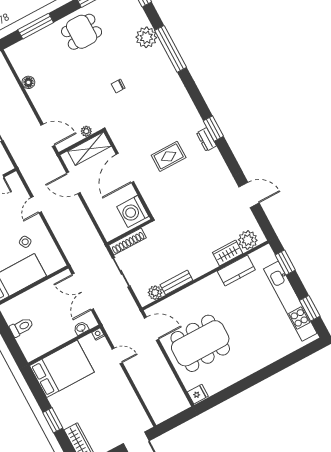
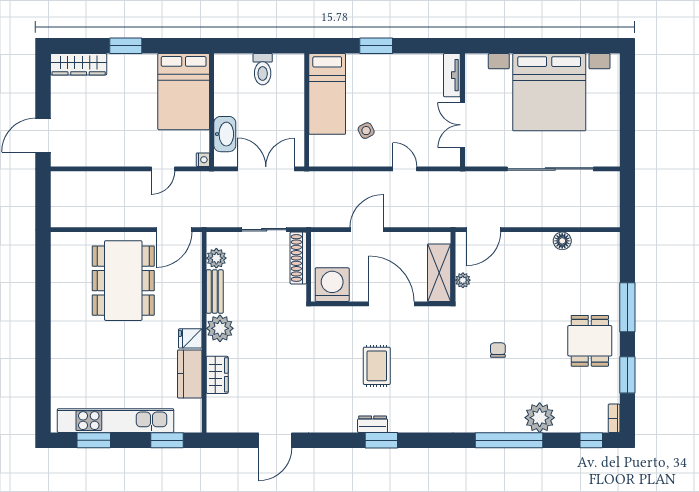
window: (36, 26) -> (627, 307), moved
door: (73, 183) -> (367, 230), moved
plant: (248, 240) -> (220, 328), moved
washbasin: (81, 328) -> (225, 134), width x1.91, depth x1.45
fridge: (198, 394) -> (190, 338), moved, turned 90

